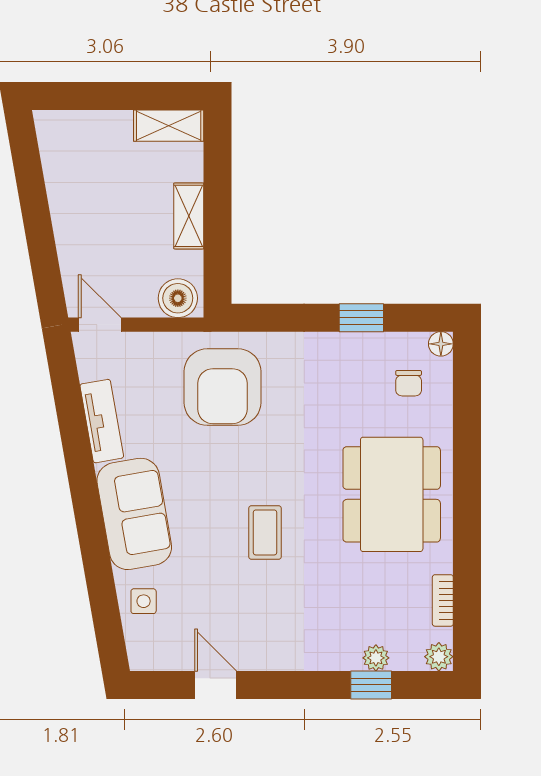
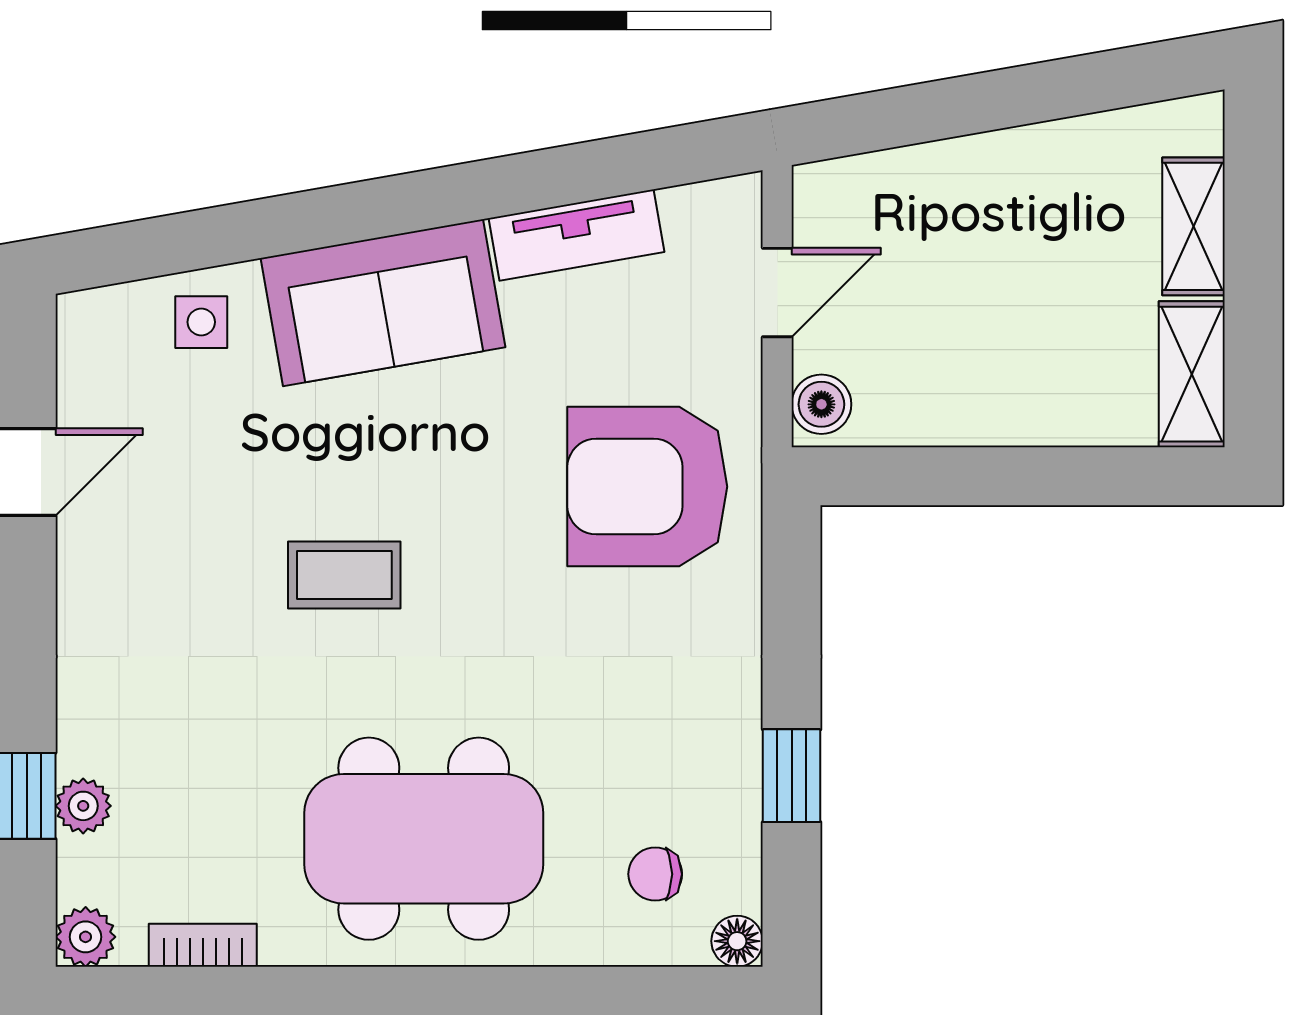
shelving: (189, 216) -> (1193, 226), moved, turned 90
boiler: (178, 298) -> (821, 404), width x0.73, depth x0.73
door: (100, 325) -> (777, 293), moved

